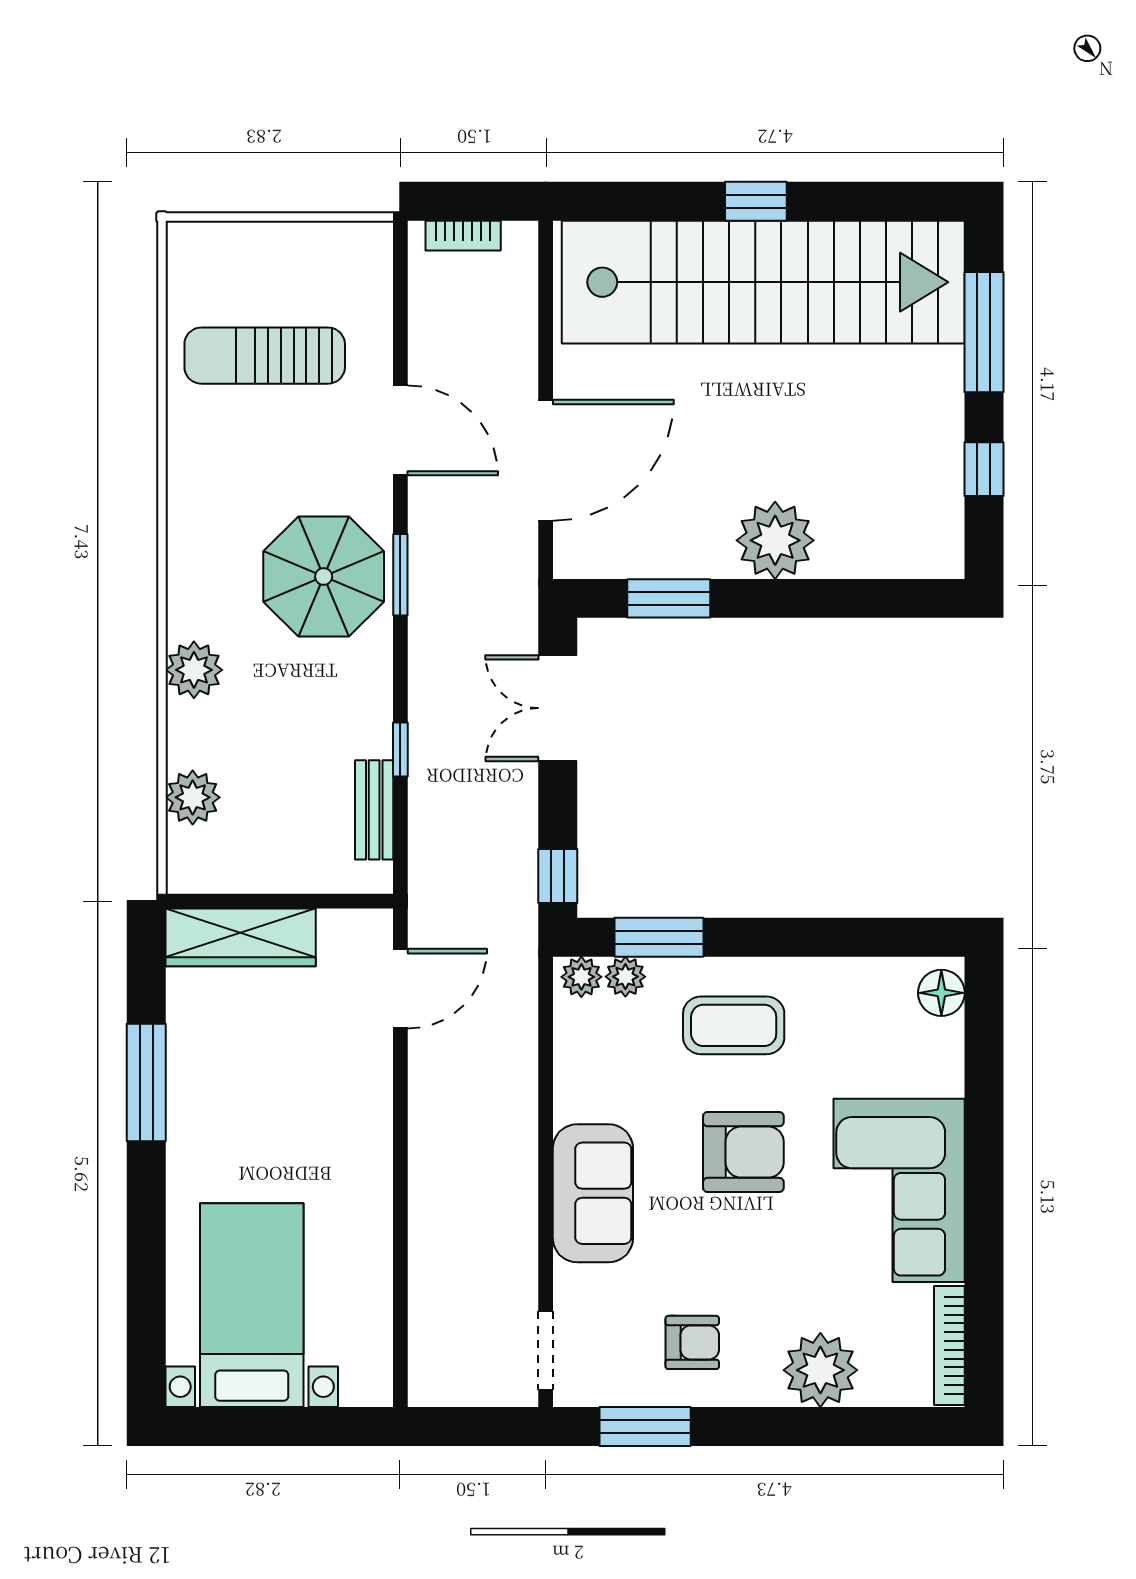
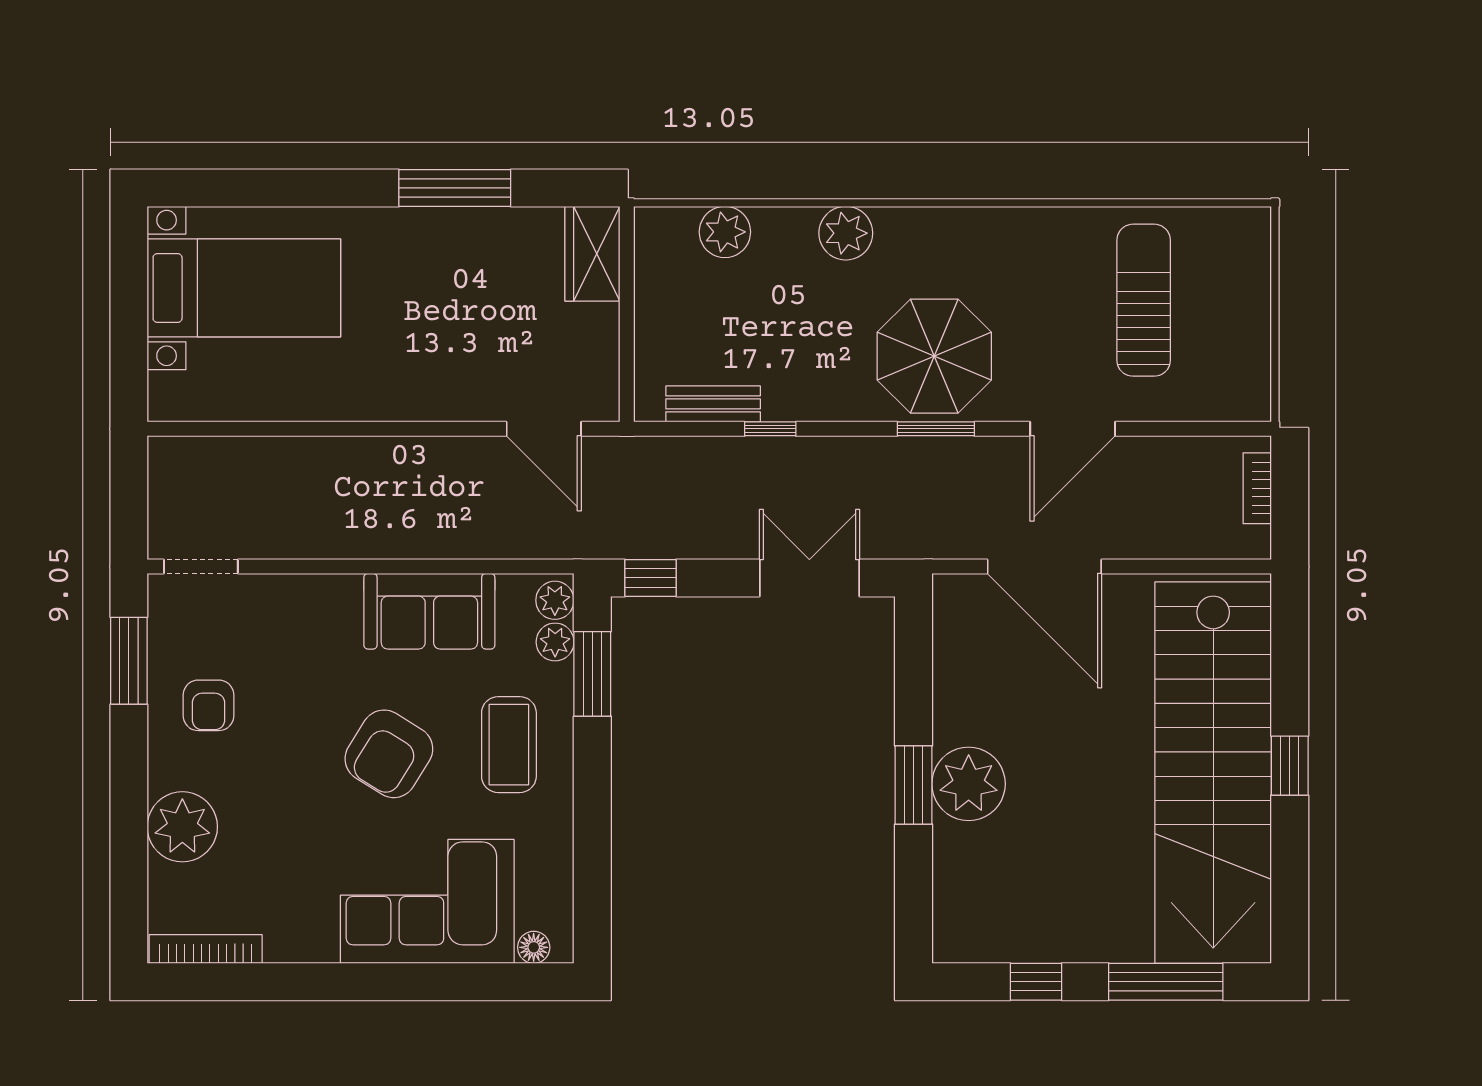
window: (669, 598) -> (914, 785), moved
wardrobe: (241, 937) -> (592, 254), width x0.67
floor lamp: (941, 993) -> (534, 947), width x0.73, depth x0.73
armchair: (743, 1152) -> (389, 754), turned 32
corner sofa: (899, 1190) -> (427, 901), moved
sofa: (593, 1193) -> (429, 611), moved

